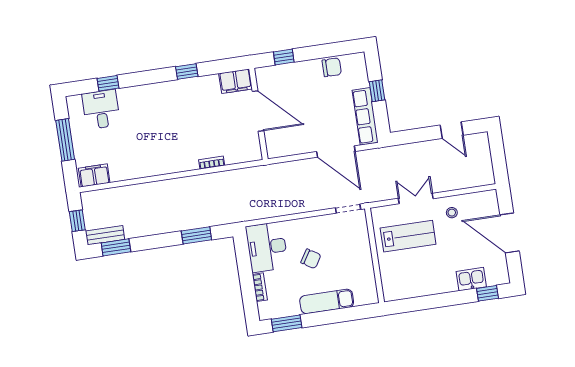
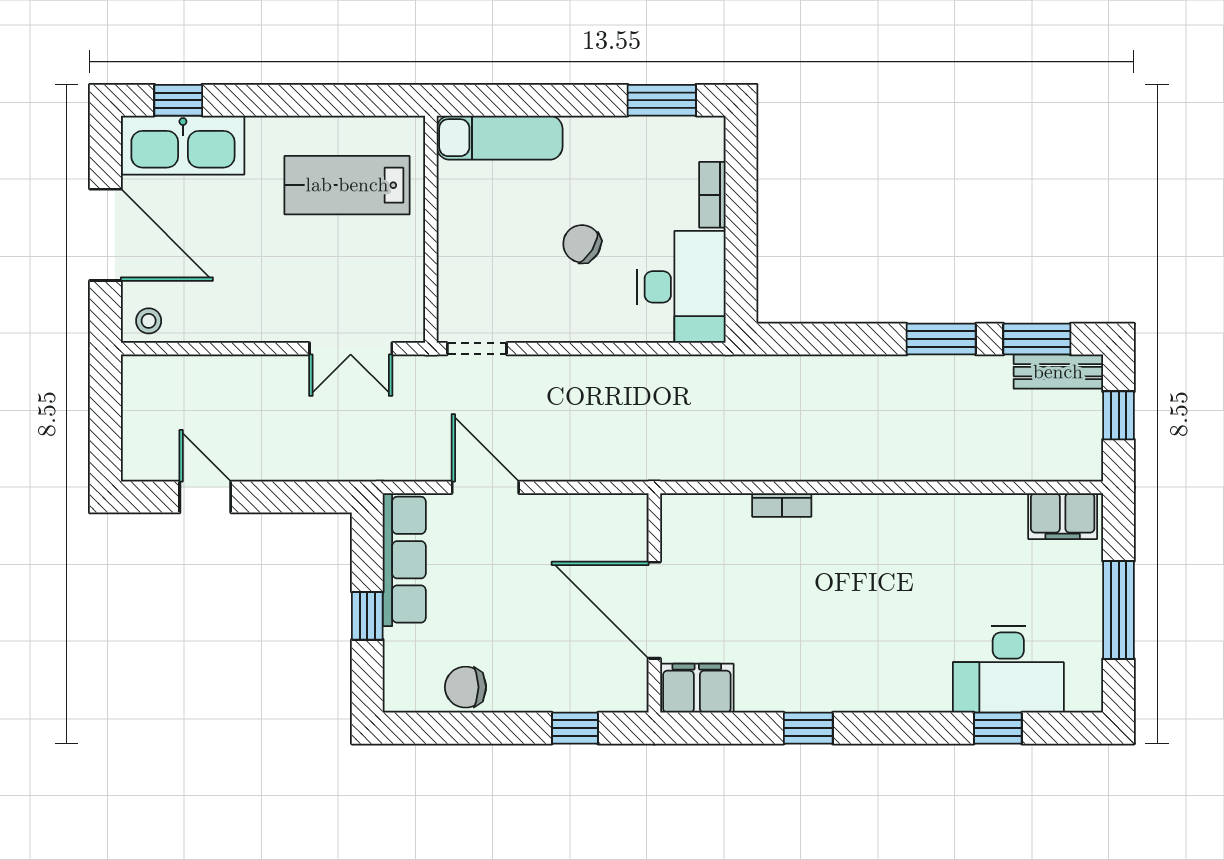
desk: (101, 109) -> (1008, 669), width x1.37
door: (336, 152) -> (485, 487), width x0.73
double door: (416, 198) -> (351, 349), moved
stool: (452, 213) -> (149, 321), moved
window: (196, 235) -> (941, 339), moved
lab bench: (408, 236) -> (347, 185), moved
kitchen sink: (471, 279) -> (183, 145), width x1.87, depth x1.24
exam couch: (327, 301) -> (500, 138), moved

